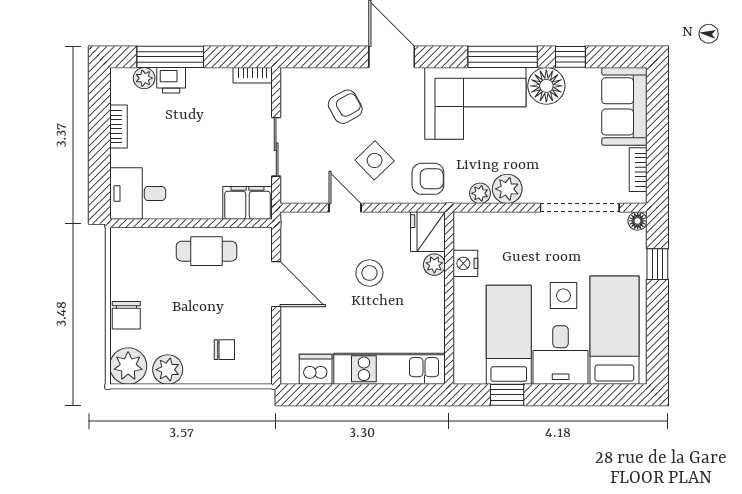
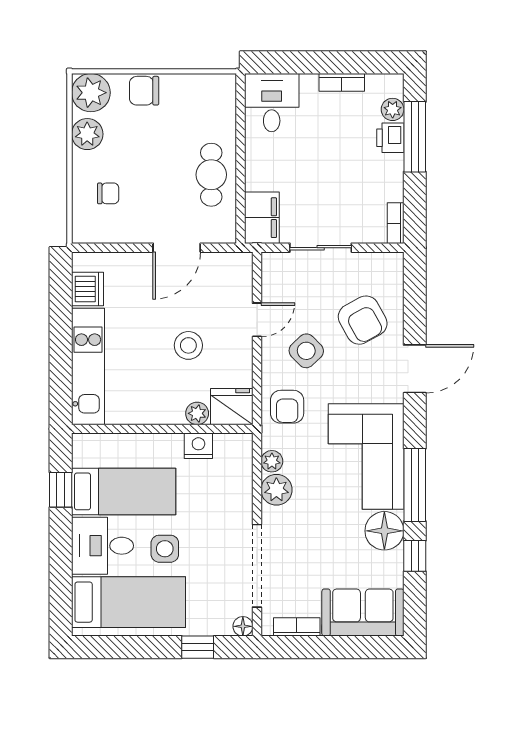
armchair: (345, 107) -> (363, 320), width x1.38, depth x1.38
chair: (224, 350) -> (108, 193), turned -90

